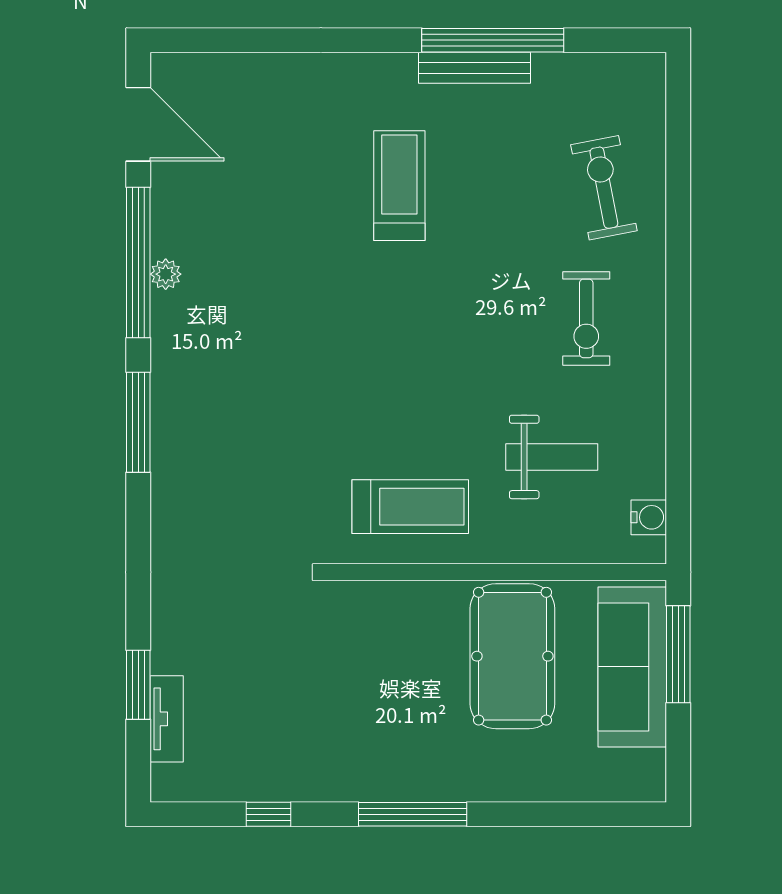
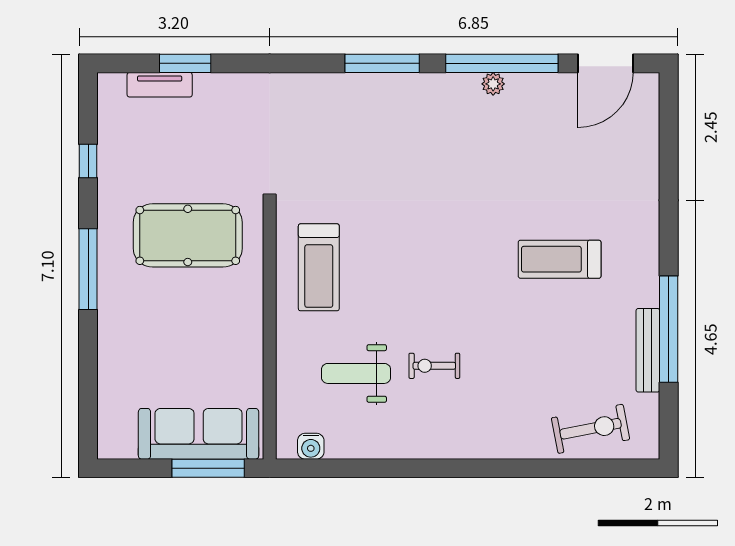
bench: (475, 68) -> (648, 350), moved
treadmill: (399, 186) -> (560, 259), turned 180
exercise bike: (604, 188) -> (591, 429), moved
exercise bike: (586, 318) -> (434, 366), moved, width x0.73, depth x0.72
weight bench: (552, 457) -> (356, 373), turned 90
pool table: (512, 656) -> (188, 235), moved

